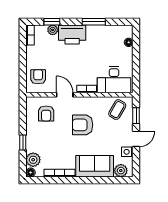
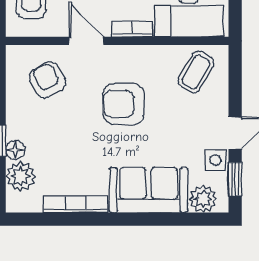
armchair: (46, 113) -> (48, 80), turned 151
window: (136, 116) -> (235, 179), moved
floor lamp: (31, 173) -> (15, 150), moved

